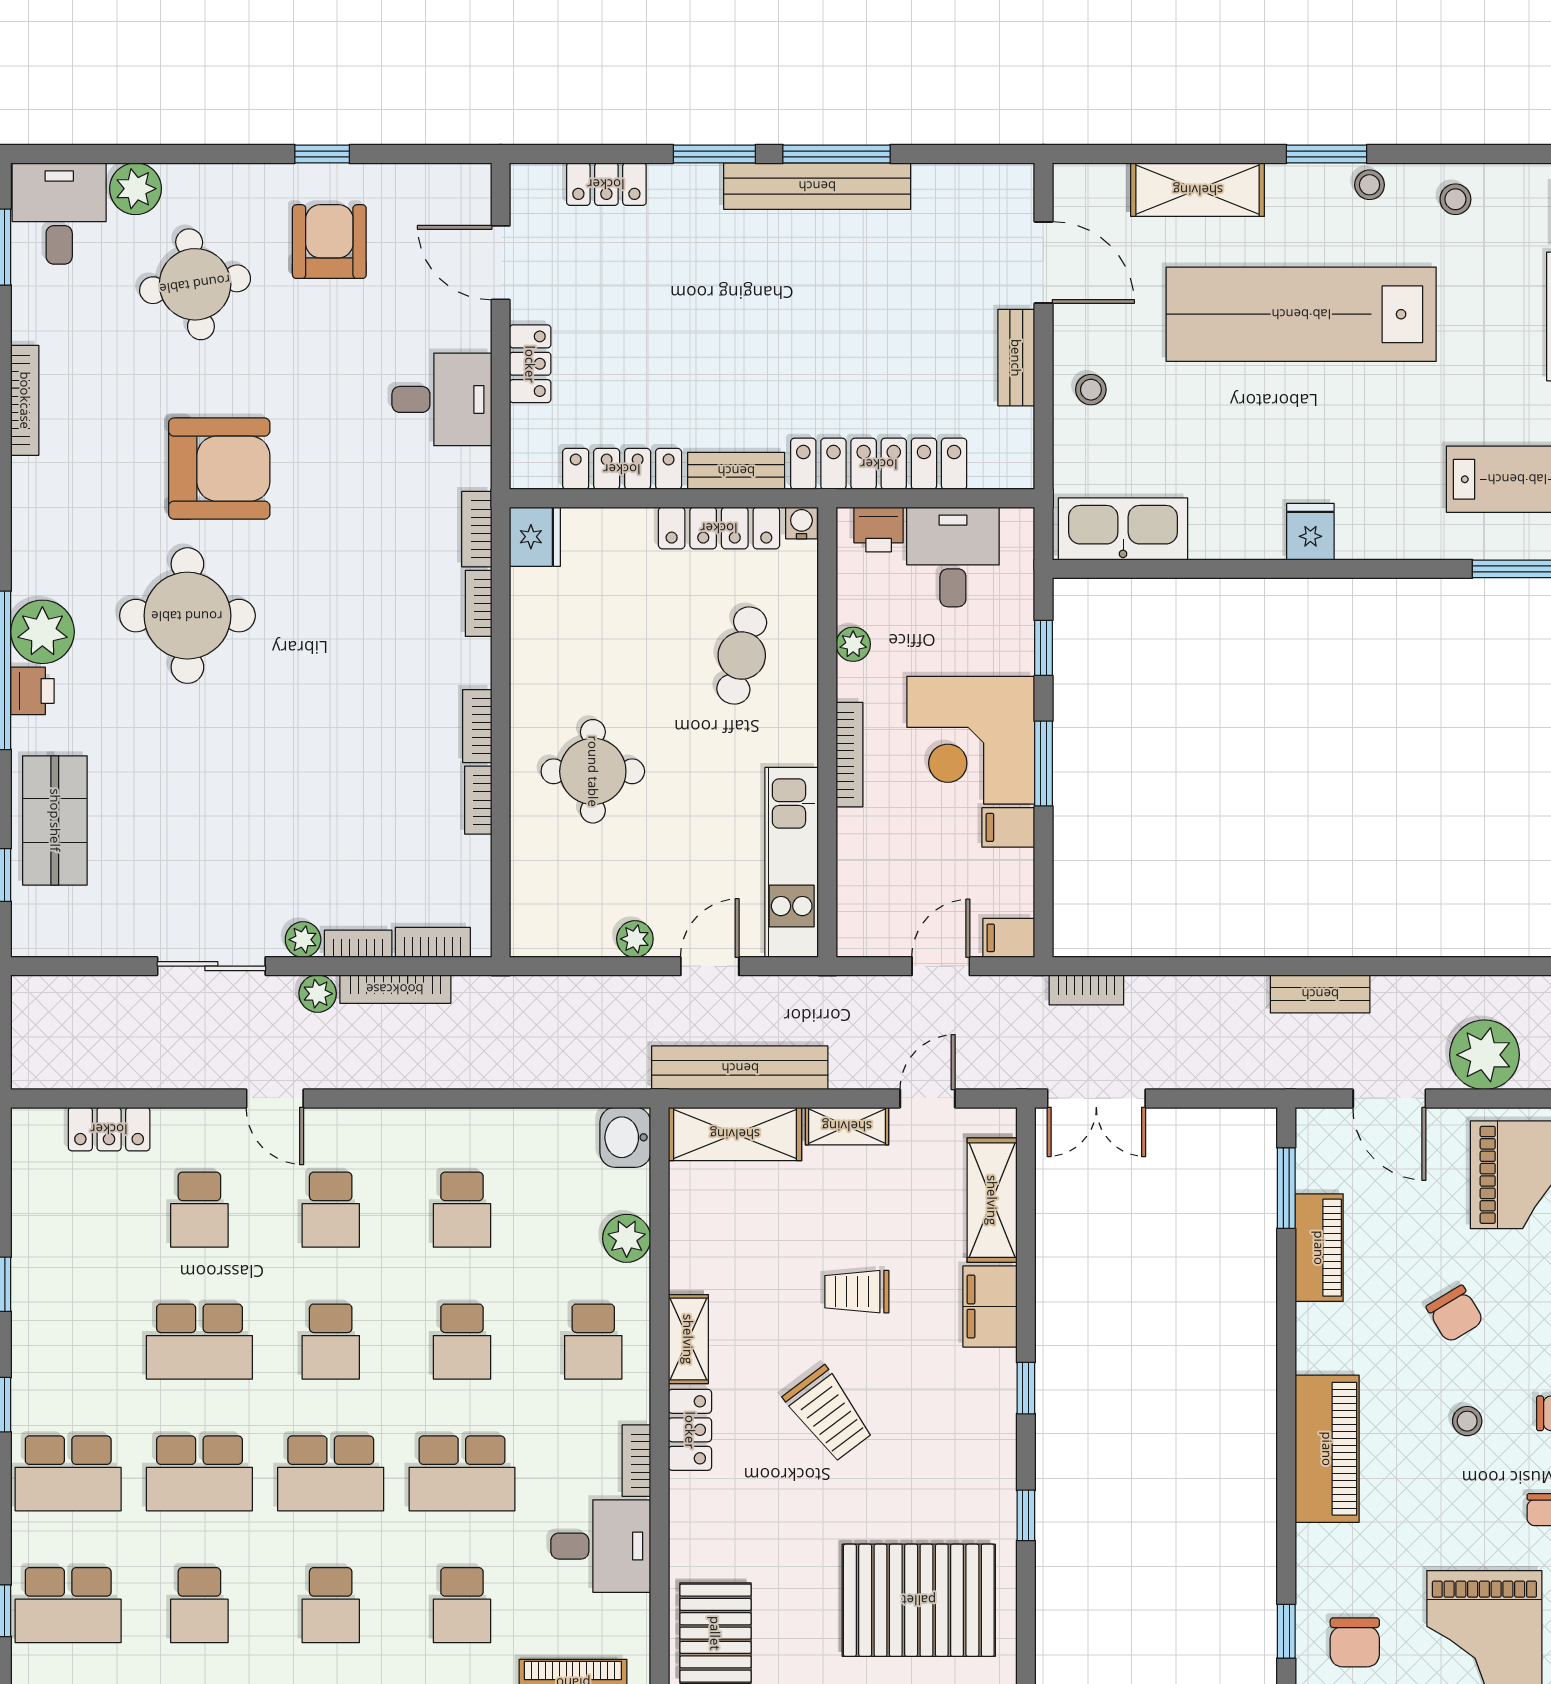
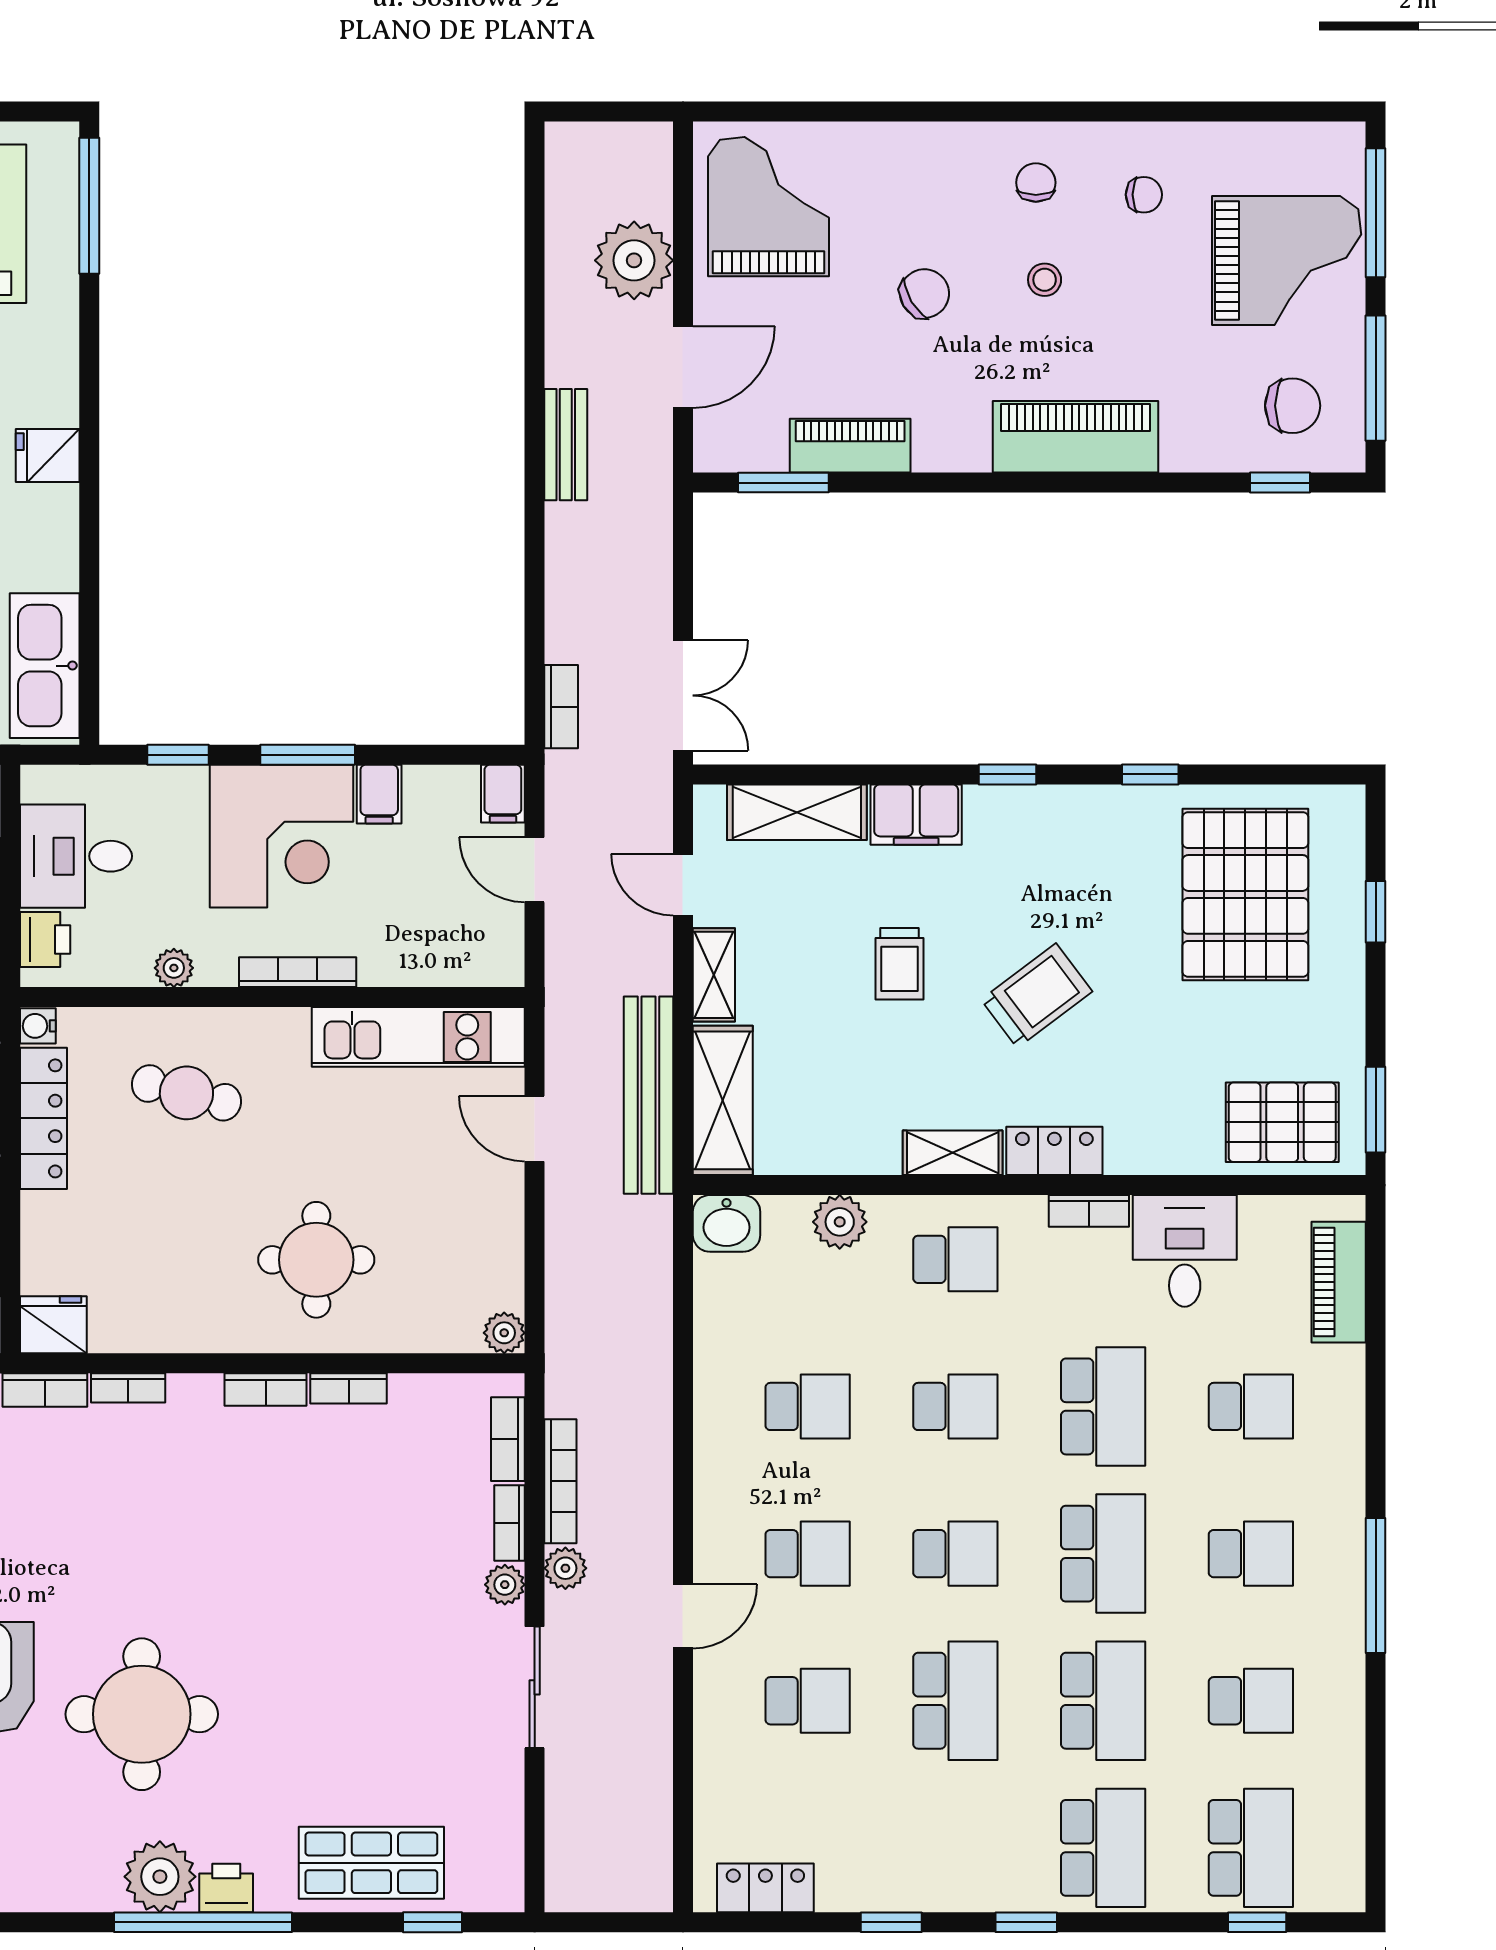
plant: (635, 939) -> (504, 1333), moved
locker: (109, 1129) -> (765, 1888), moved, turned -90

